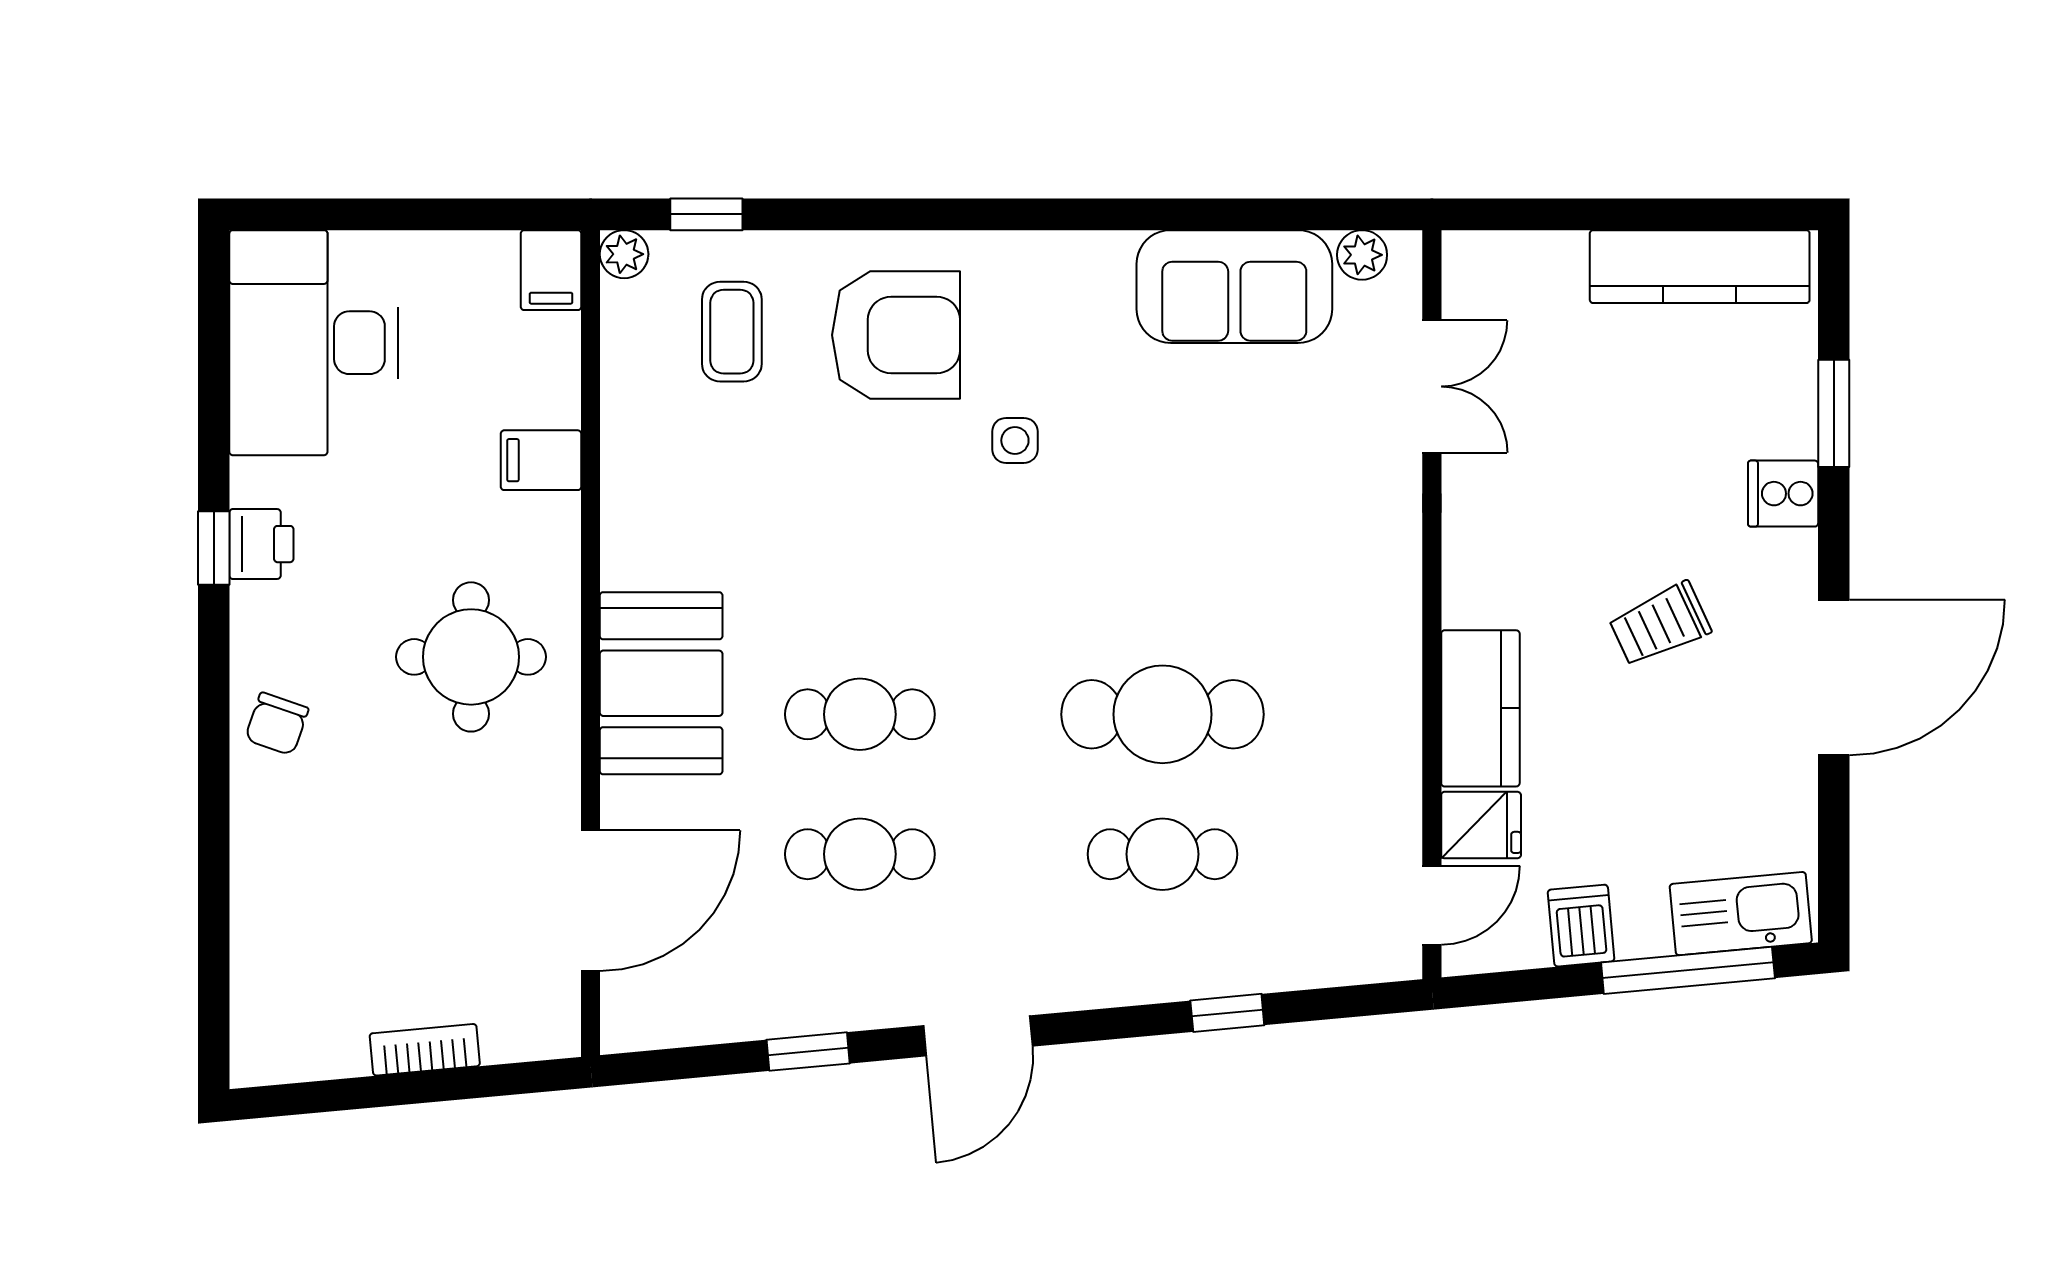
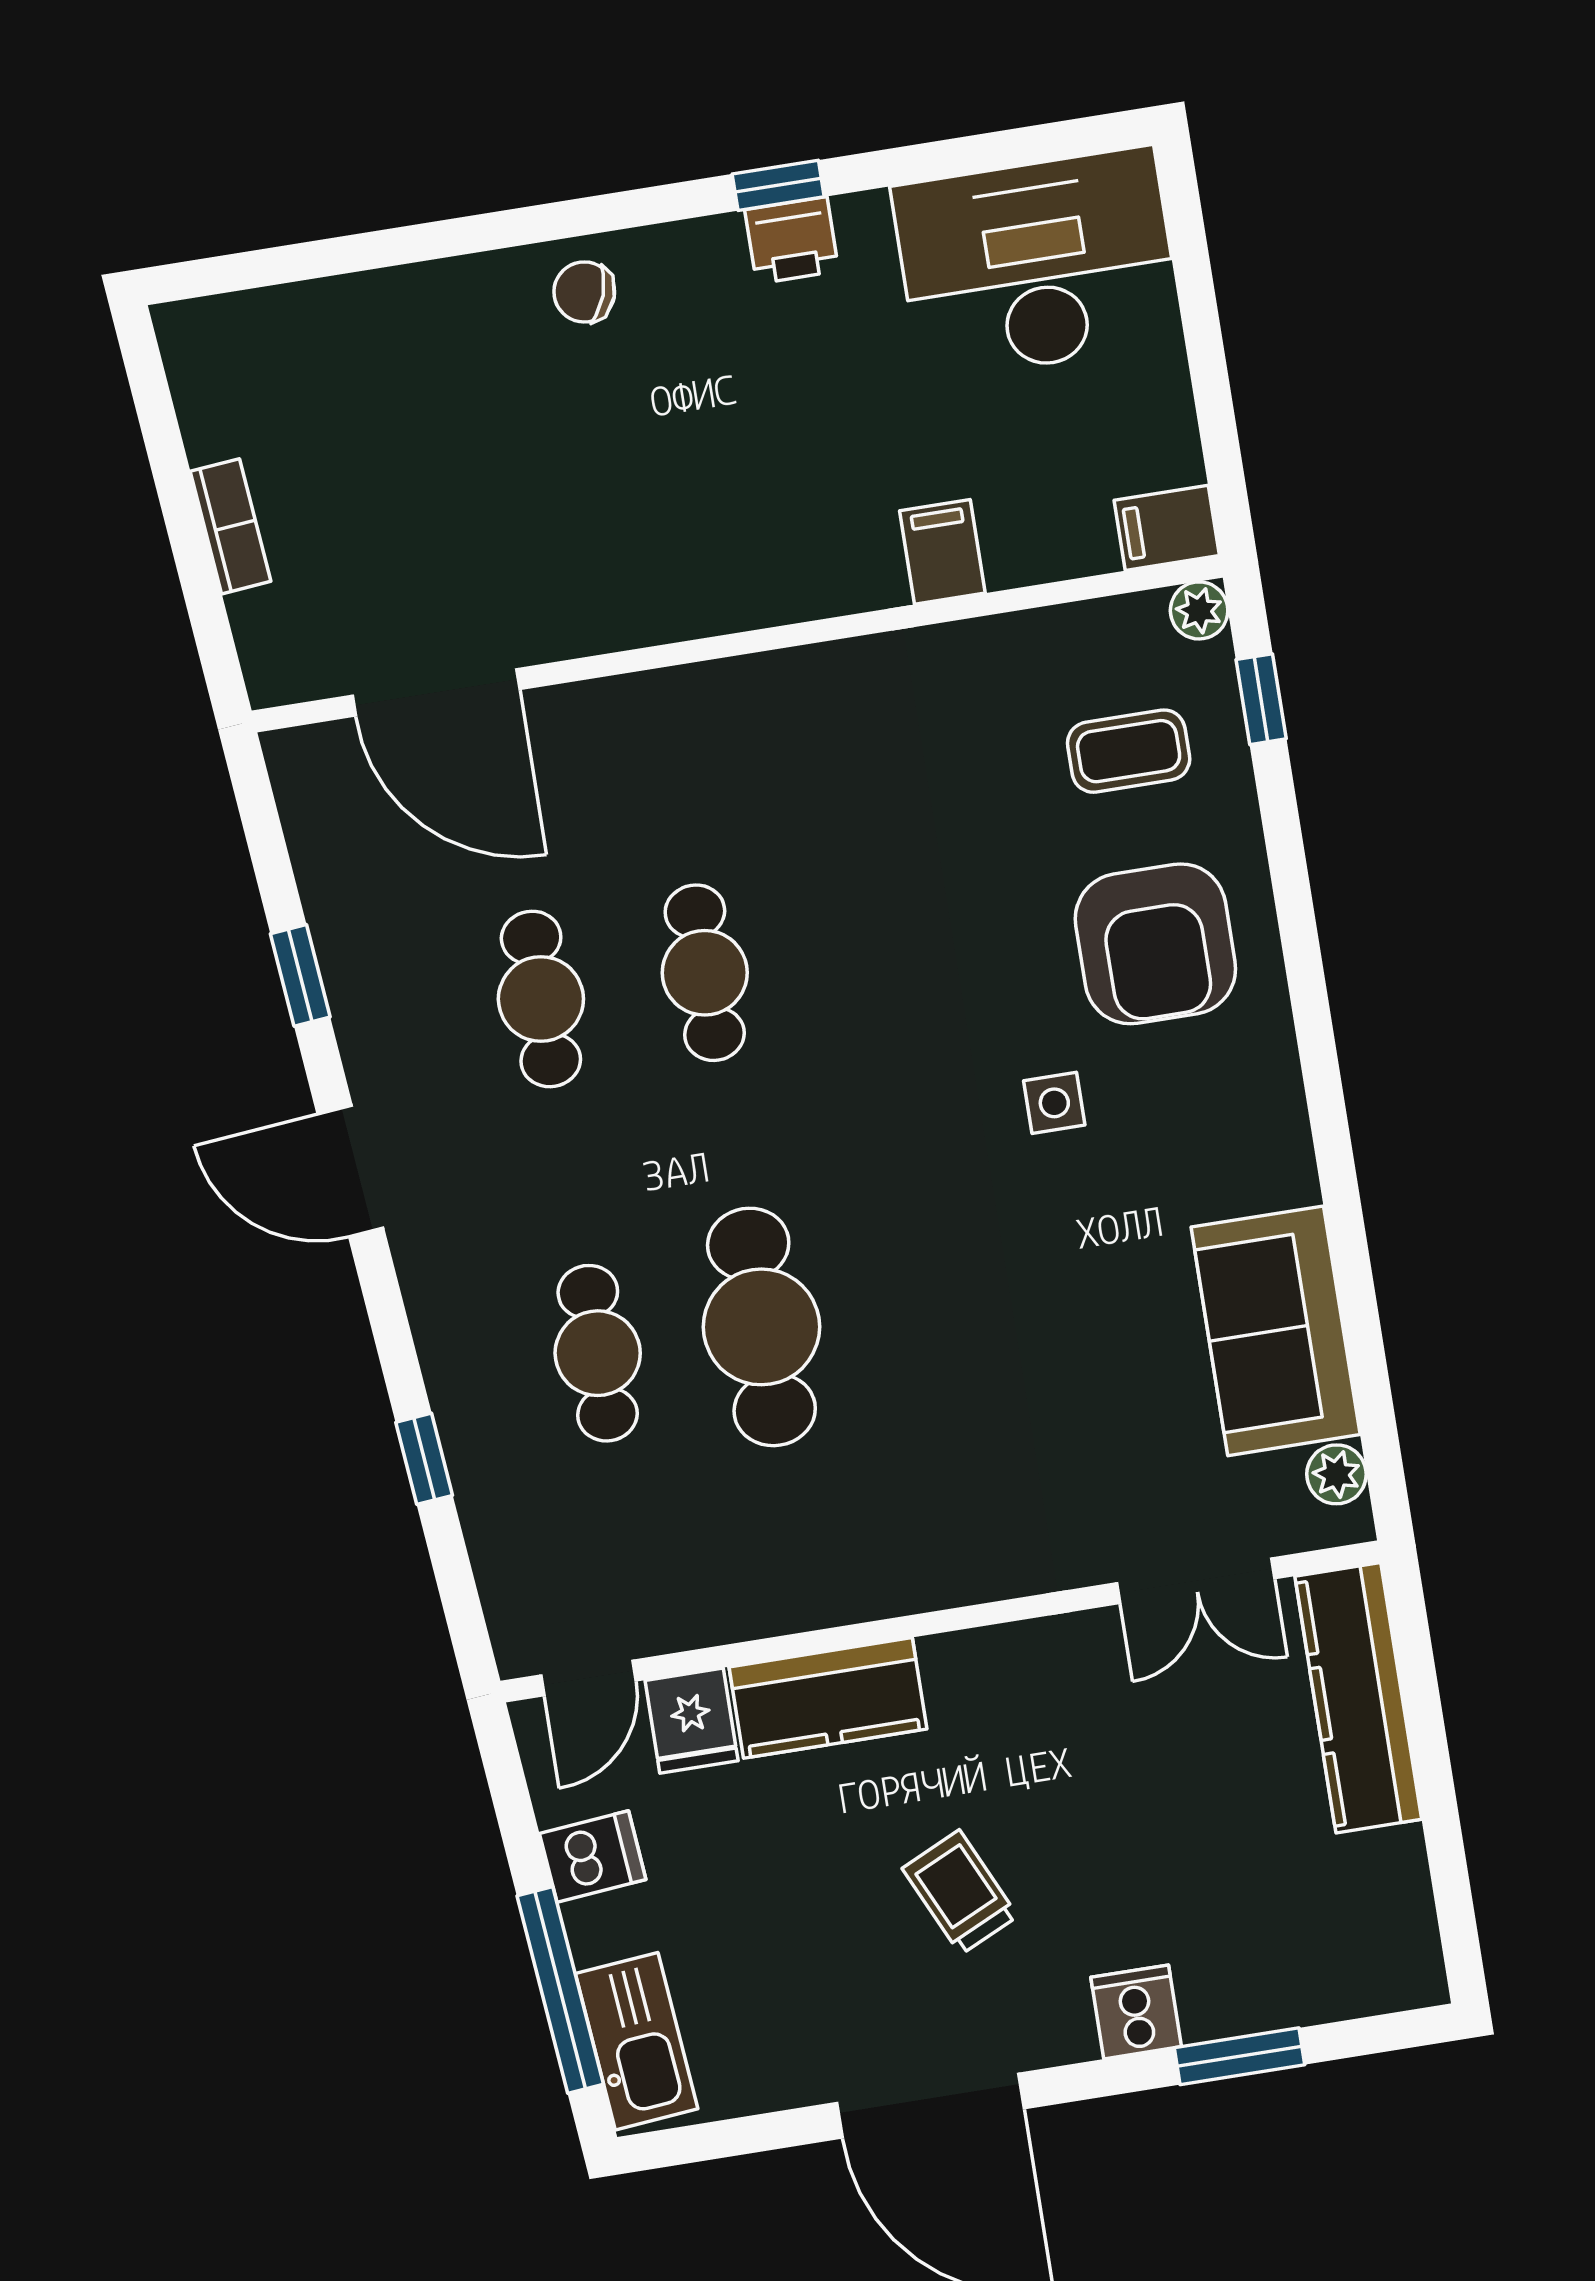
kitchen counter: (1700, 267) -> (1358, 1698), moved
round table: (471, 657) -> (699, 507), removed
booth: (661, 683) -> (704, 734), removed
door: (1432, 905) -> (588, 1678), hinge flipped

